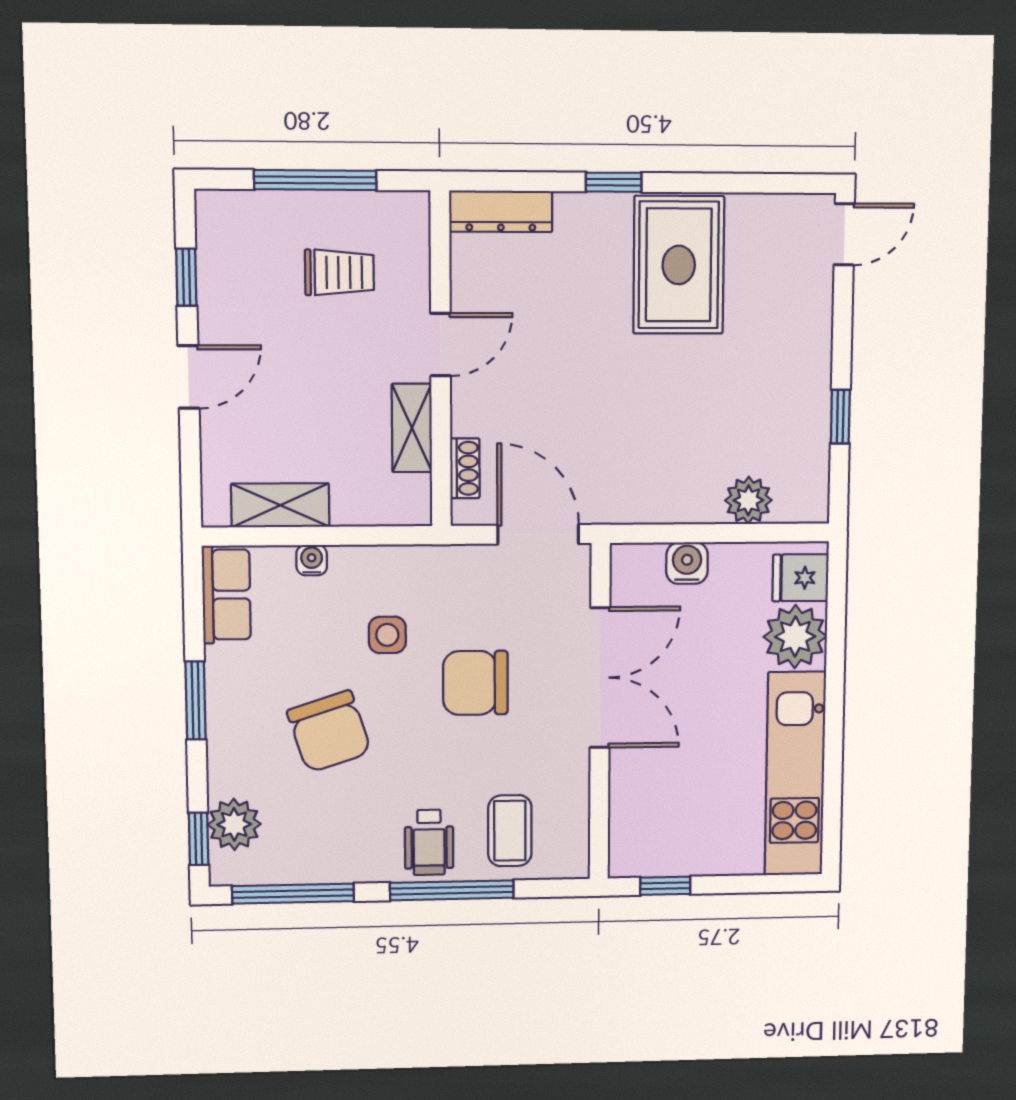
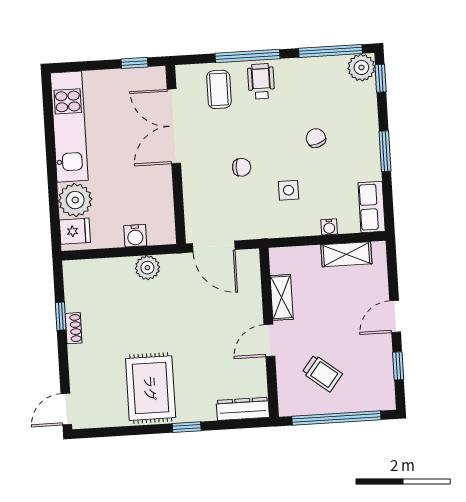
window: (315, 180) -> (336, 418), width x1.46
trolley: (339, 272) -> (322, 373), turned -142
shoe rack: (465, 468) -> (74, 328), moved, turned 180
plant: (748, 500) -> (147, 268), moved
double door: (600, 678) -> (174, 126), moved
chair: (475, 683) -> (242, 167), width x0.54, depth x0.54
chair: (329, 732) -> (316, 138), width x0.54, depth x0.54
plant: (234, 824) -> (361, 68), moved

